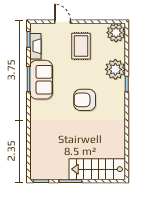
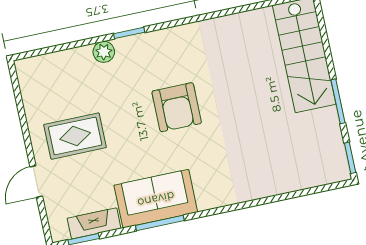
plant: (116, 33) -> (35, 75), removed
plant: (115, 69) -> (104, 52), width x0.53, depth x0.53

